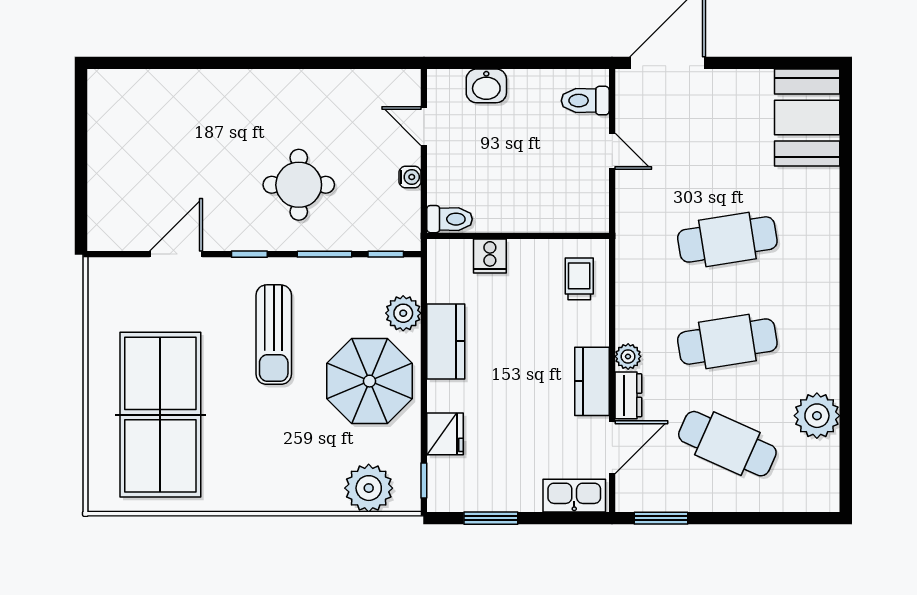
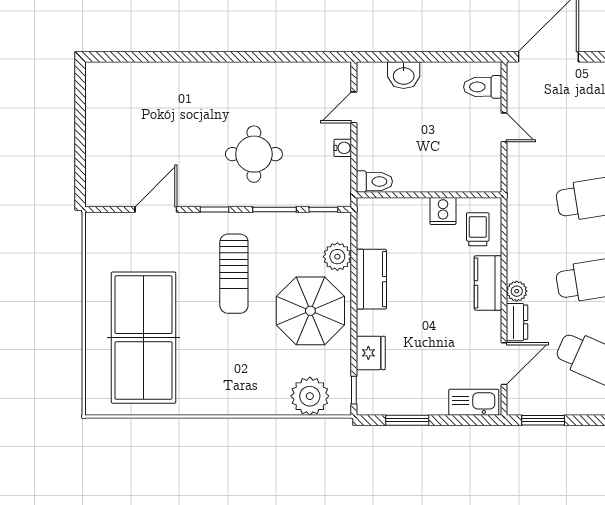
door: (424, 126) -> (354, 107), hinge flipped
cooker: (490, 256) -> (443, 211), moved
kitchen counter: (592, 381) -> (488, 283), moved

